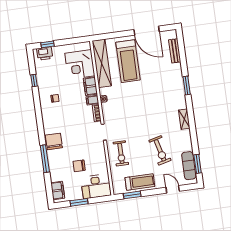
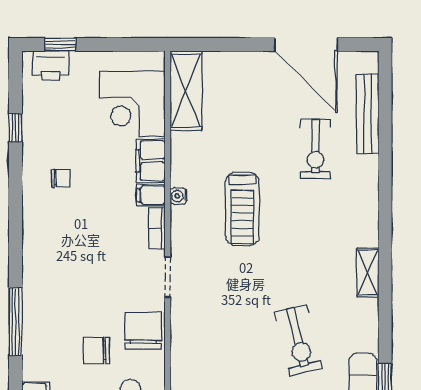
bench: (175, 51) -> (368, 114), width x1.36
treadmill: (128, 61) -> (242, 209), moved, width x0.73, depth x0.73
shelving: (102, 63) -> (186, 90), width x0.68
window: (187, 86) -> (385, 192), removed
chair: (54, 141) -> (143, 331), moved
exercise bike: (121, 153) -> (315, 149), moved

